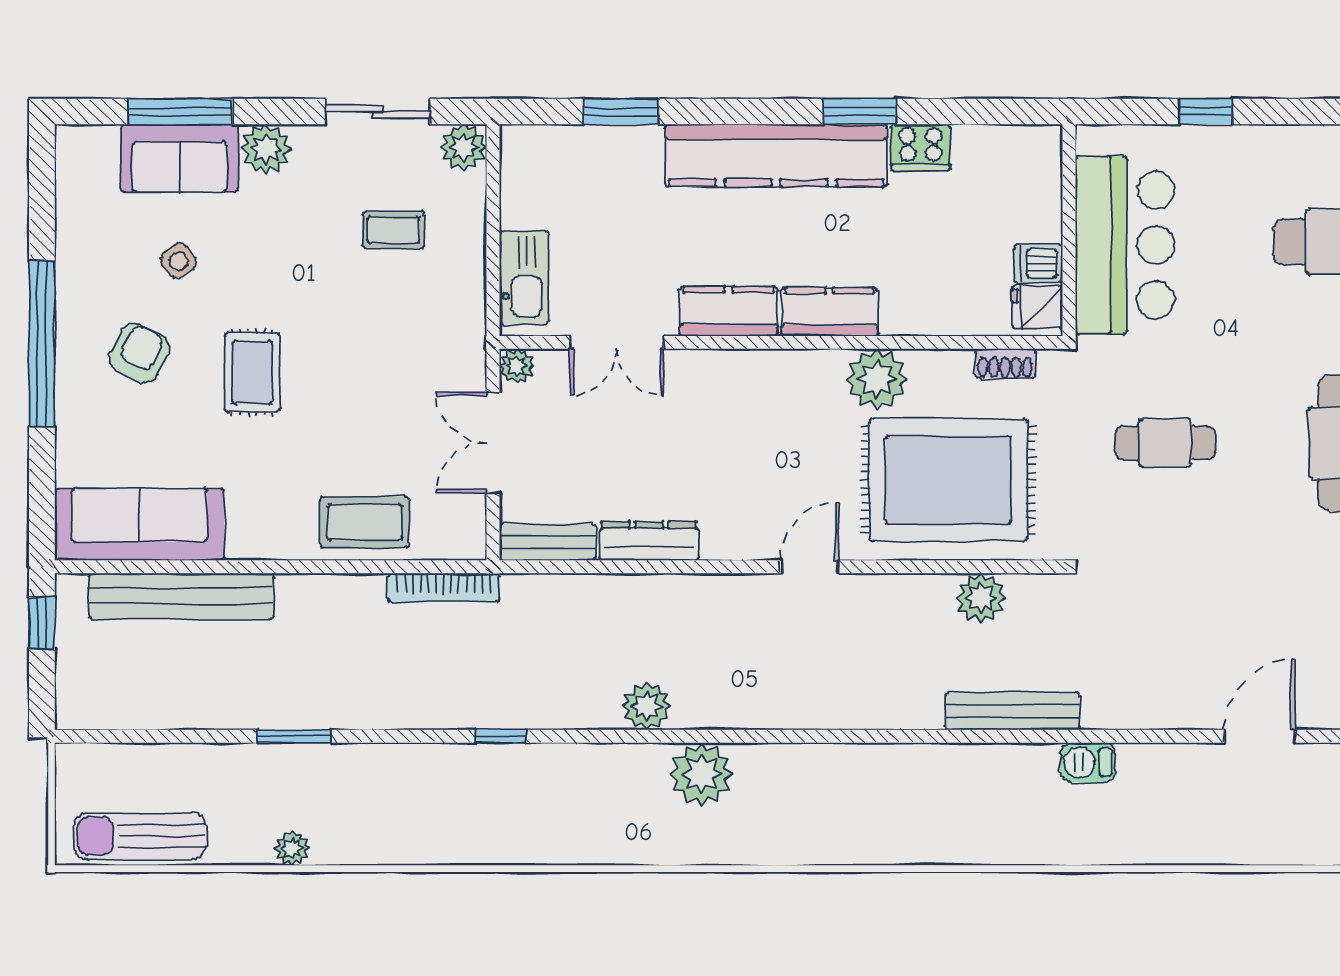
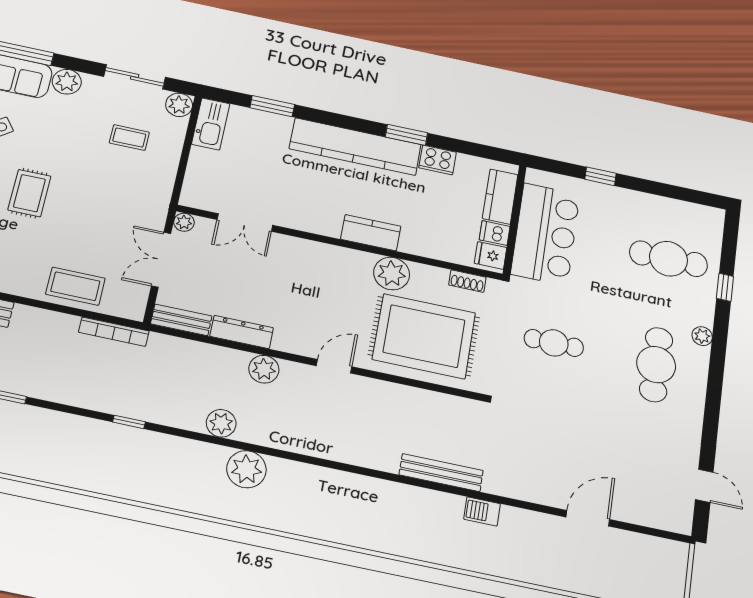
kitchen sink: (524, 277) -> (211, 124), moved
kitchen counter: (729, 311) -> (500, 197), moved, turned -90
plant: (981, 598) -> (264, 369), moved

